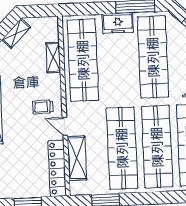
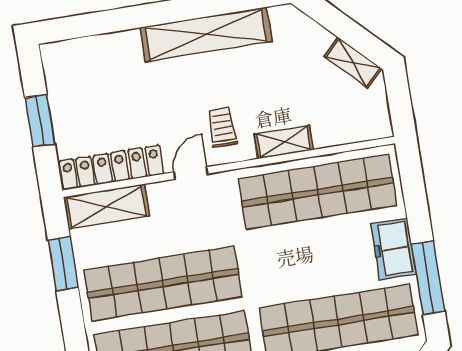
shelving: (53, 58) -> (284, 142), moved
shelving: (77, 158) -> (106, 207), moved

